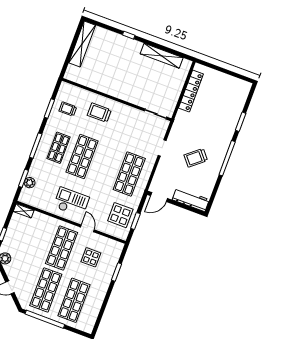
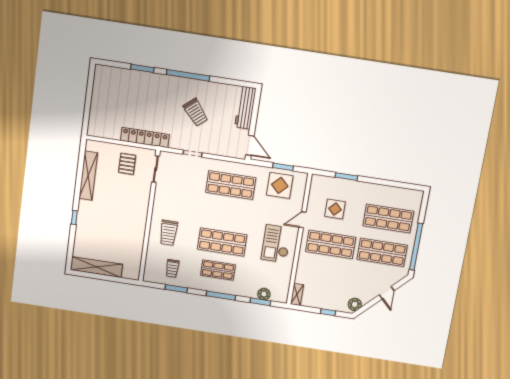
pallet: (165, 91) -> (127, 164), added
locker: (191, 91) -> (145, 138), moved

